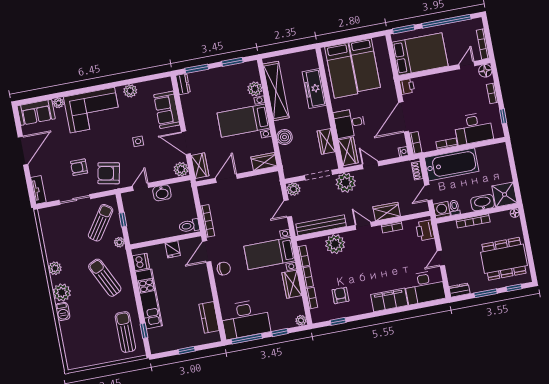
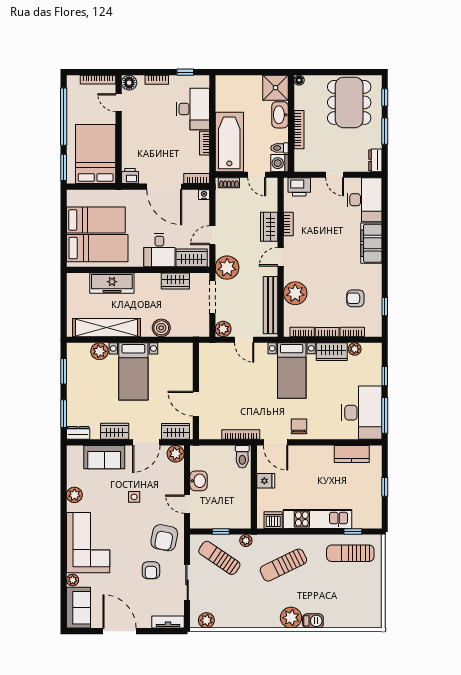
wardrobe: (264, 161) -> (115, 431), moved, turned 90
plant: (55, 268) -> (206, 620), moved
plant: (301, 320) -> (355, 349), moved

